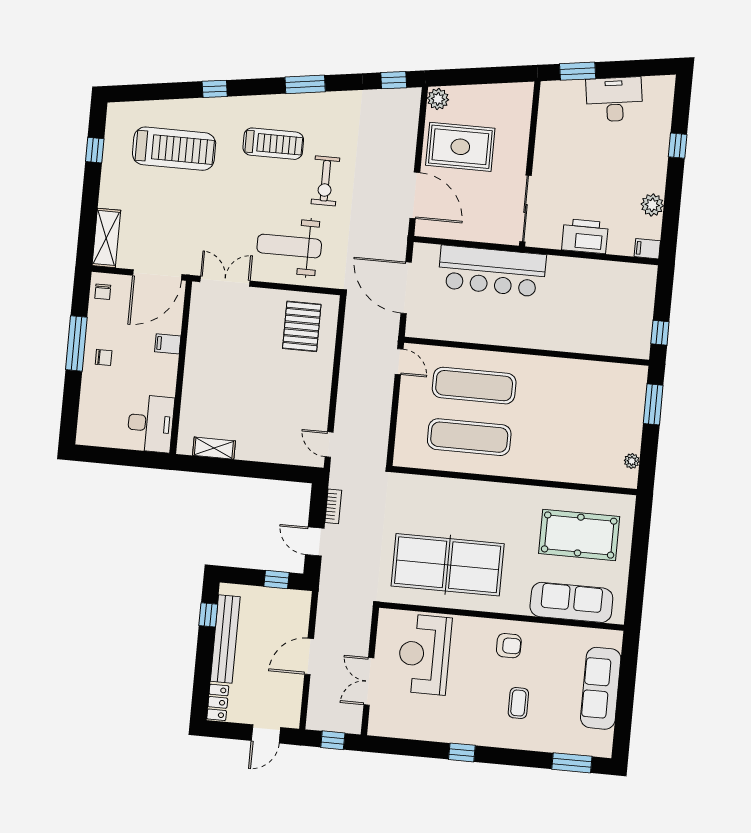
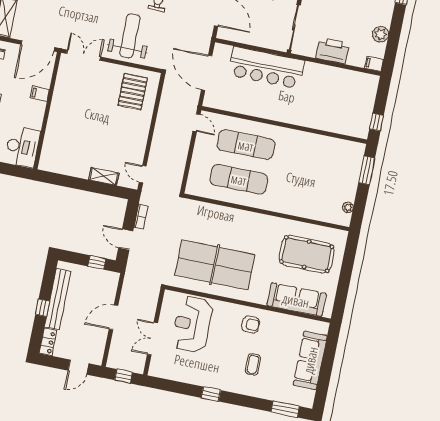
weight bench: (289, 246) -> (130, 36), turned 90
shelving: (214, 448) -> (104, 176), moved
window: (208, 615) -> (42, 308), moved

